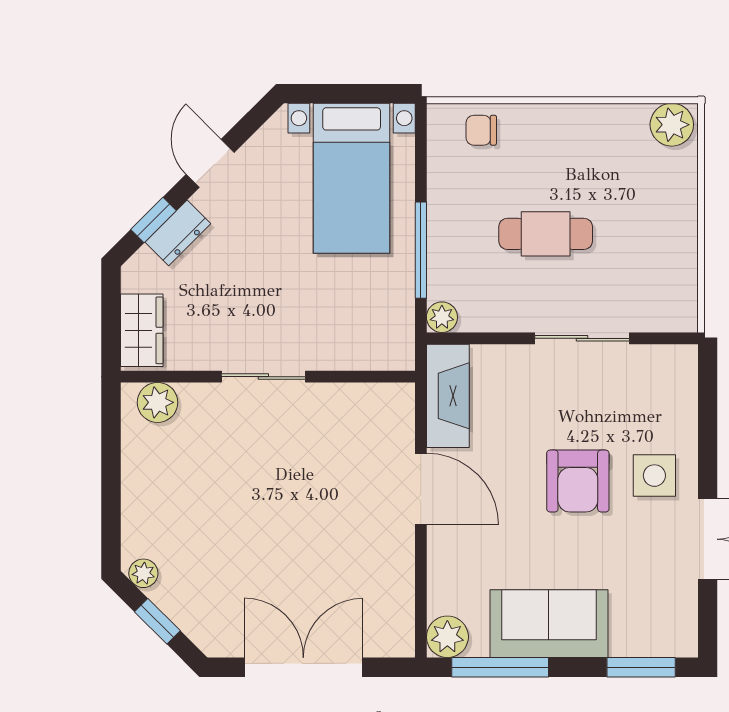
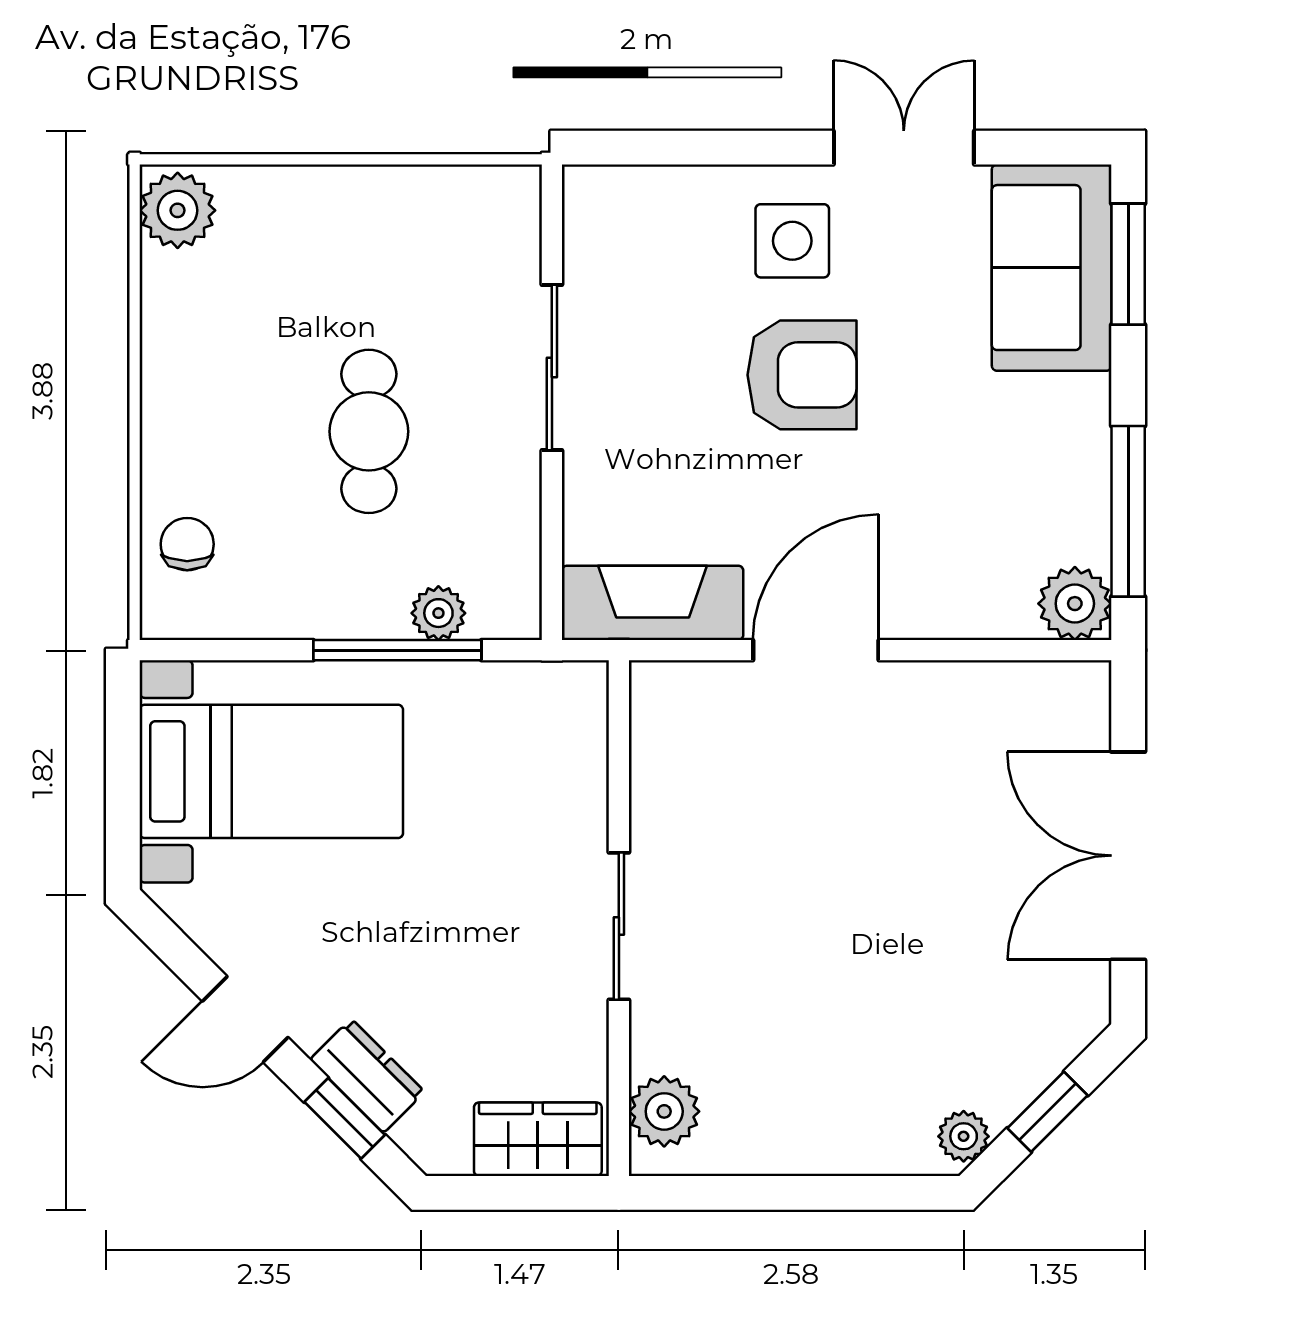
chair: (481, 130) -> (187, 544), turned 180
plant: (442, 317) -> (438, 613), moved
sofa: (549, 624) -> (1052, 268), moved

